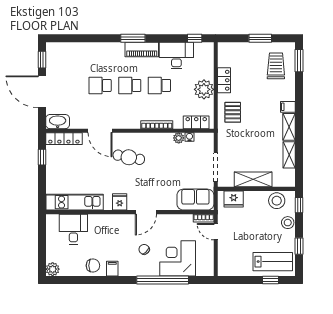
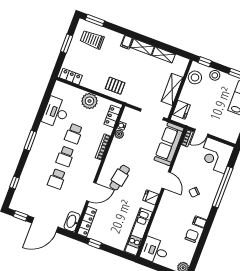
window: (195, 38) -> (14, 183), moved
piano: (142, 50) -> (41, 137), removed
locker: (224, 80) -> (71, 77), moved
sofa: (195, 200) -> (169, 144), width x1.36
desk: (73, 229) -> (155, 251), moved
corner desk: (178, 258) -> (216, 155), moved

